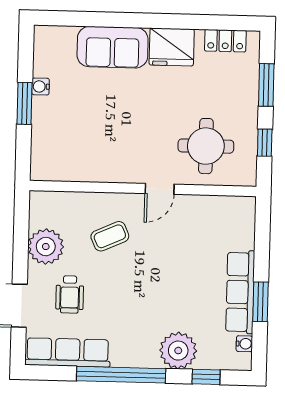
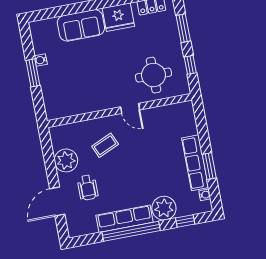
door: (160, 189) -> (130, 108), hinge flipped
row of seats: (68, 352) -> (124, 219), moved

